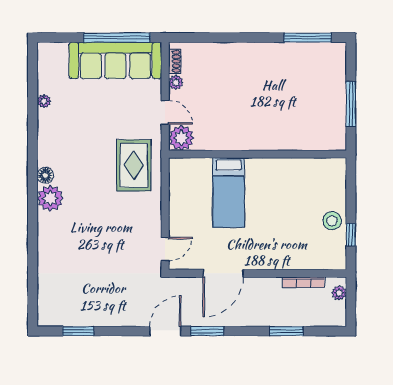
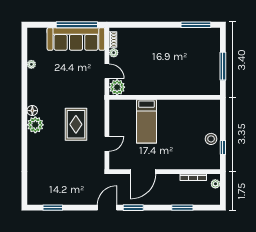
rug: (134, 165) -> (76, 124), moved
door: (165, 249) -> (107, 144), moved

